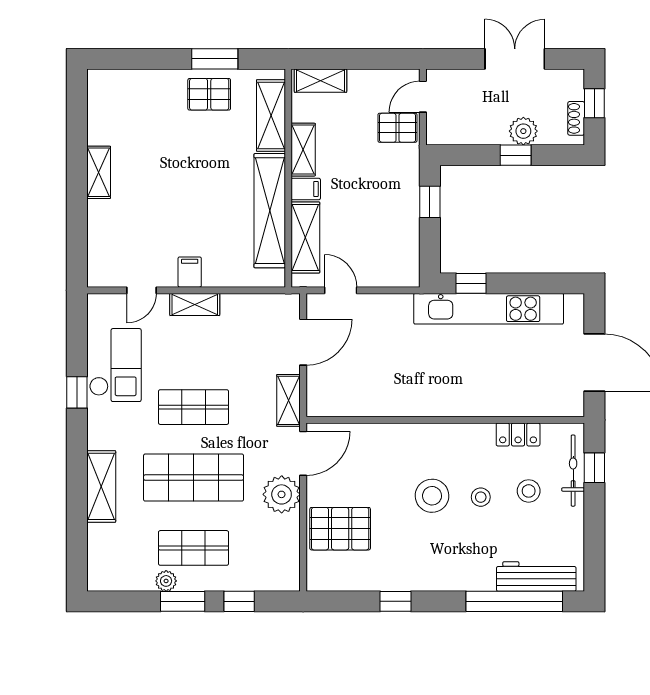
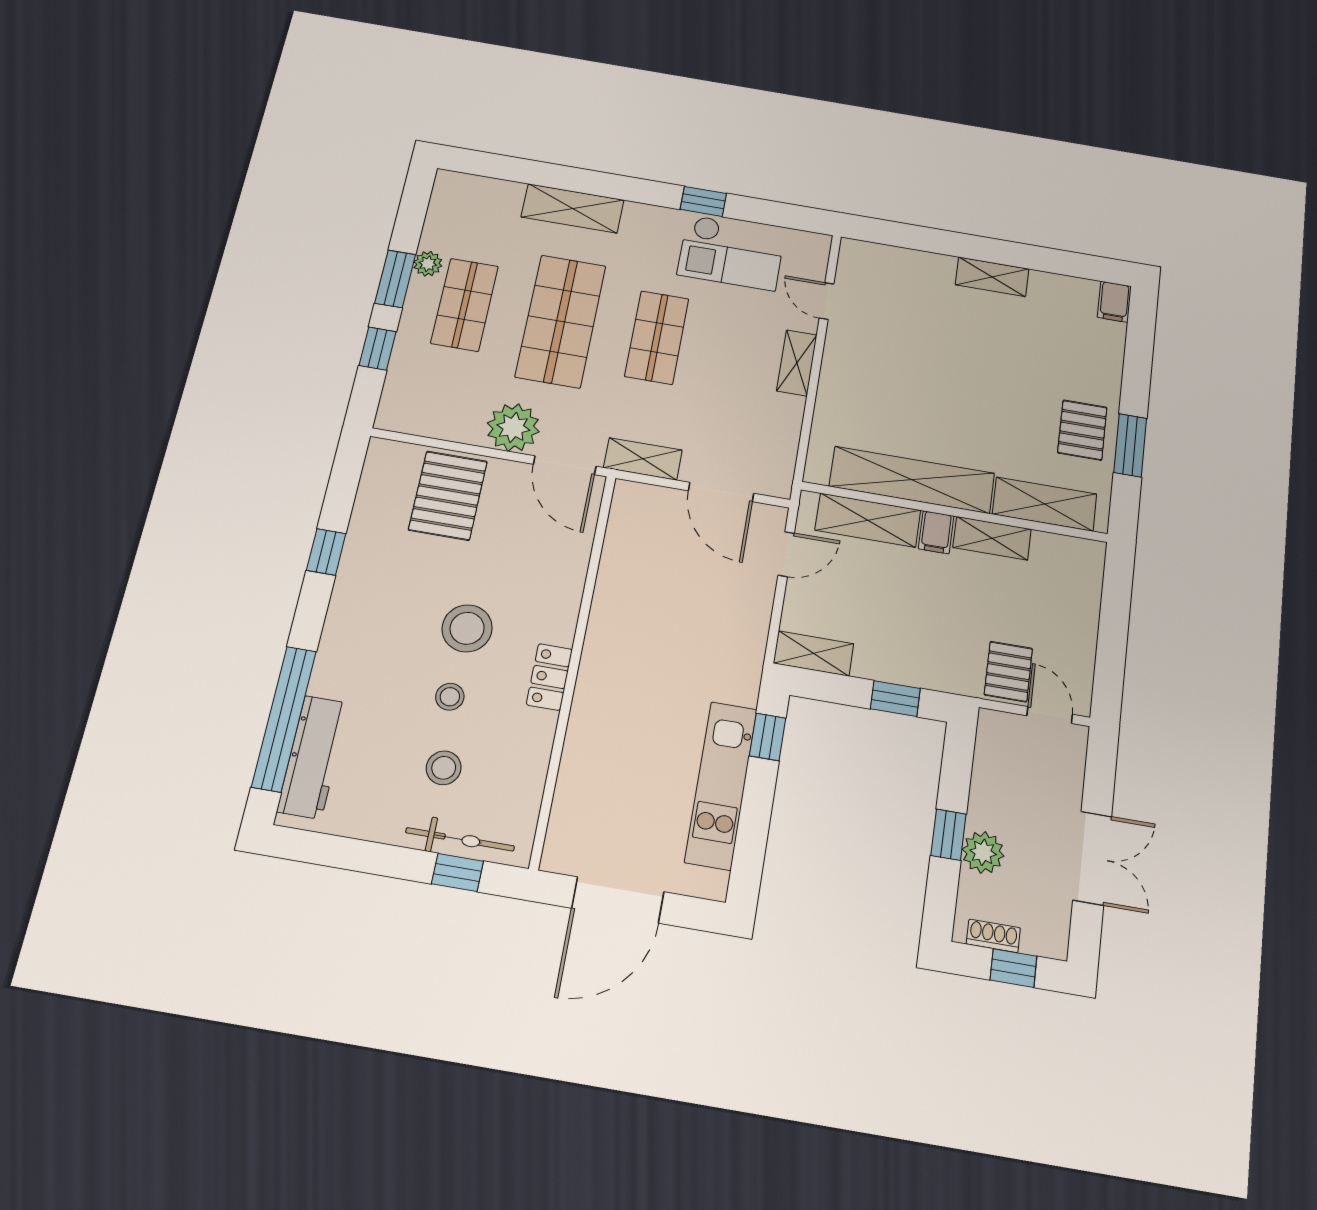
shelving: (321, 81) -> (814, 653), moved, turned 90
filing cabinet: (190, 272) -> (1114, 302), moved, turned 90
kitchen unit: (489, 309) -> (721, 785), width x0.73
locker: (518, 434) -> (549, 677), moved

